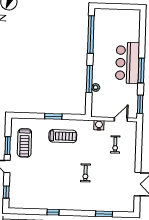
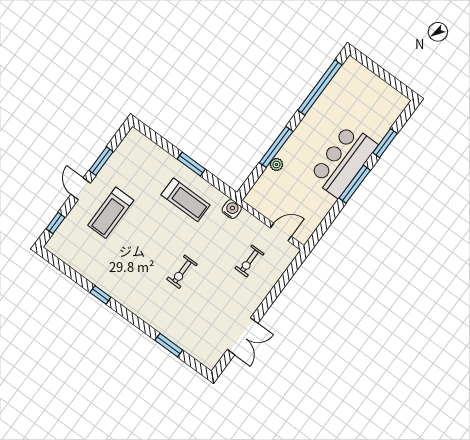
window: (140, 104) -> (385, 143), moved
water cooler: (99, 125) -> (232, 209), moved
treadmill: (24, 143) -> (111, 213), moved

